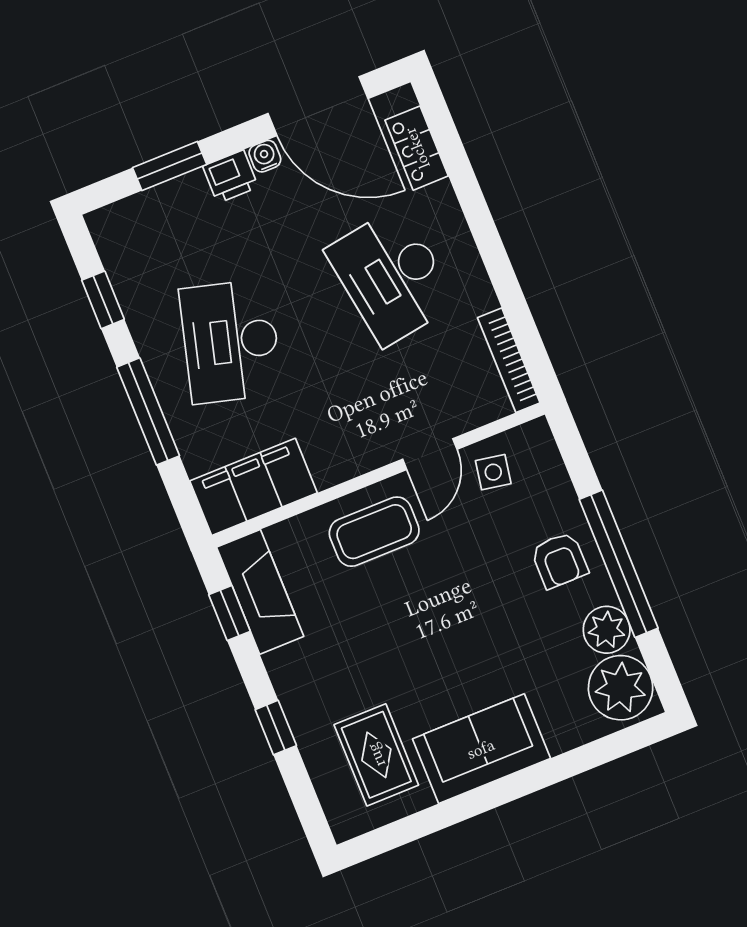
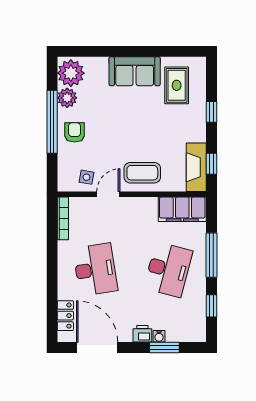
water cooler: (265, 156) -> (159, 336), moved

